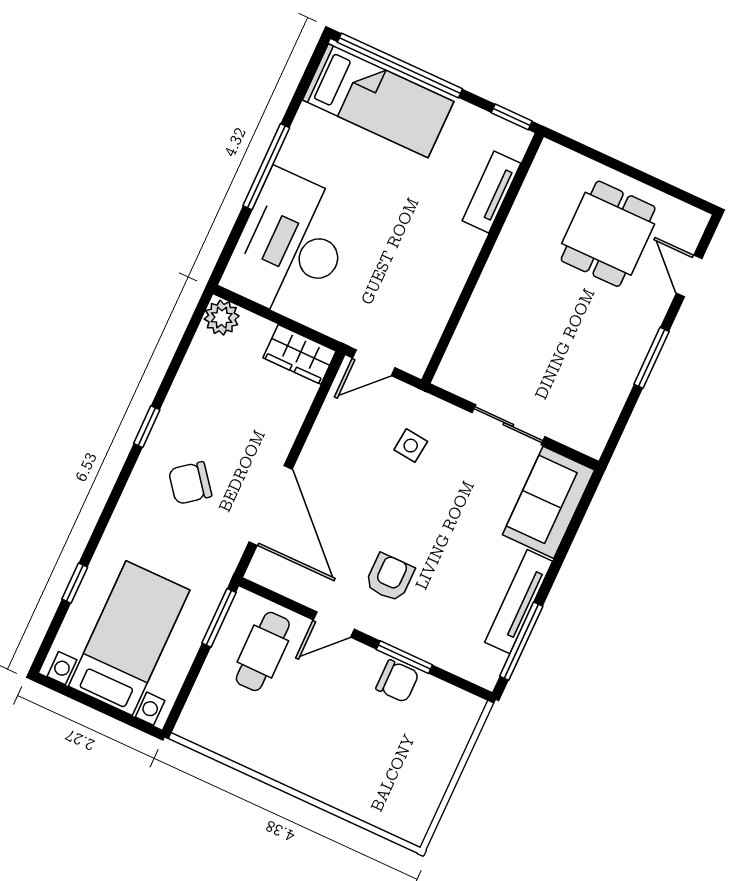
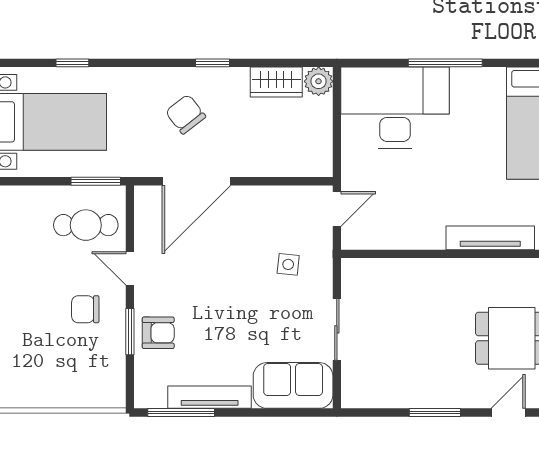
tv unit: (491, 192) -> (490, 238), width x1.41
wardrobe: (300, 354) -> (276, 82), moved, turned -90
door: (374, 363) -> (337, 209), swing flipped
armchair: (390, 577) -> (158, 333), moved
chair: (397, 681) -> (85, 309), moved, turned 90

